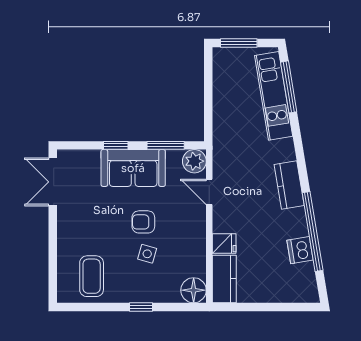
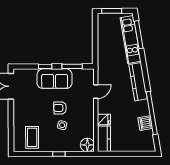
plant: (194, 161) -> (88, 75), removed
kitchen counter: (289, 185) -> (138, 82), width x1.50
door: (209, 192) -> (96, 92), swing flipped

